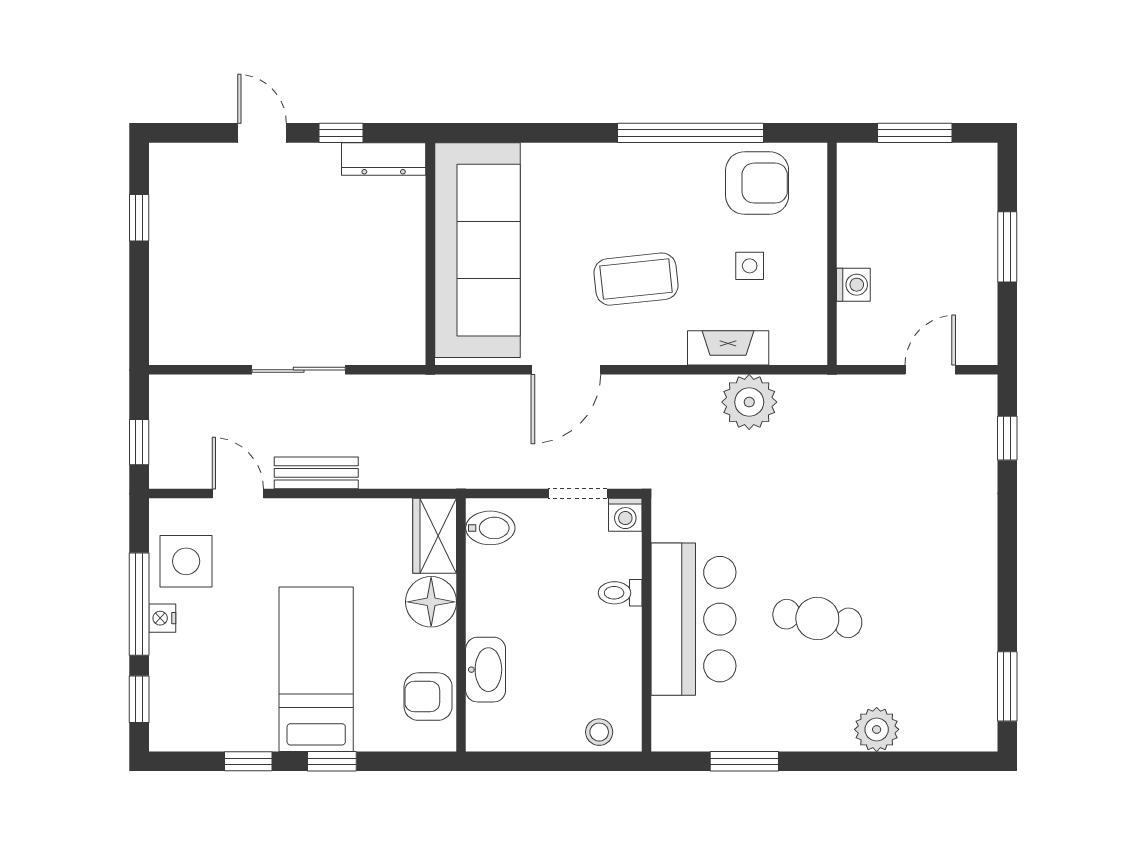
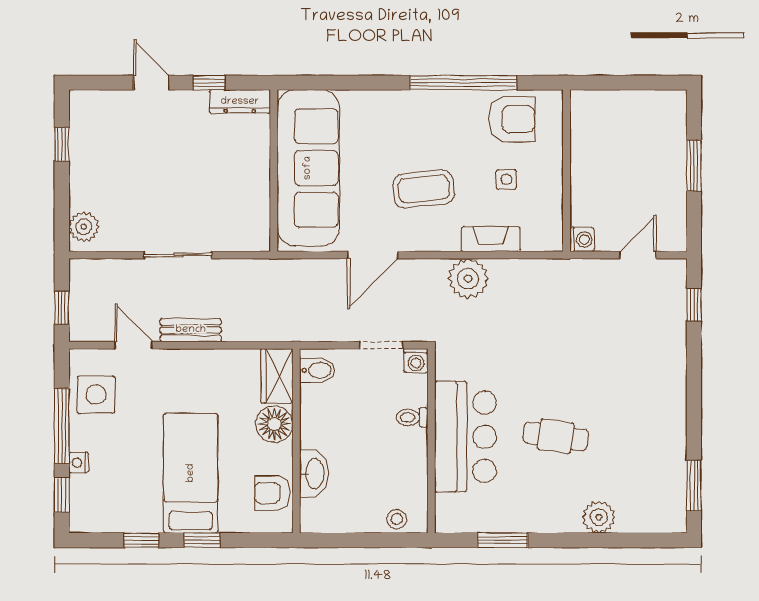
window: (915, 133) -> (627, 83), removed
washing machine: (853, 285) -> (582, 240), moved
plant: (169, 331) -> (84, 227), added
plant: (749, 402) -> (468, 279), moved
nightstand: (162, 618) -> (79, 463), moved

